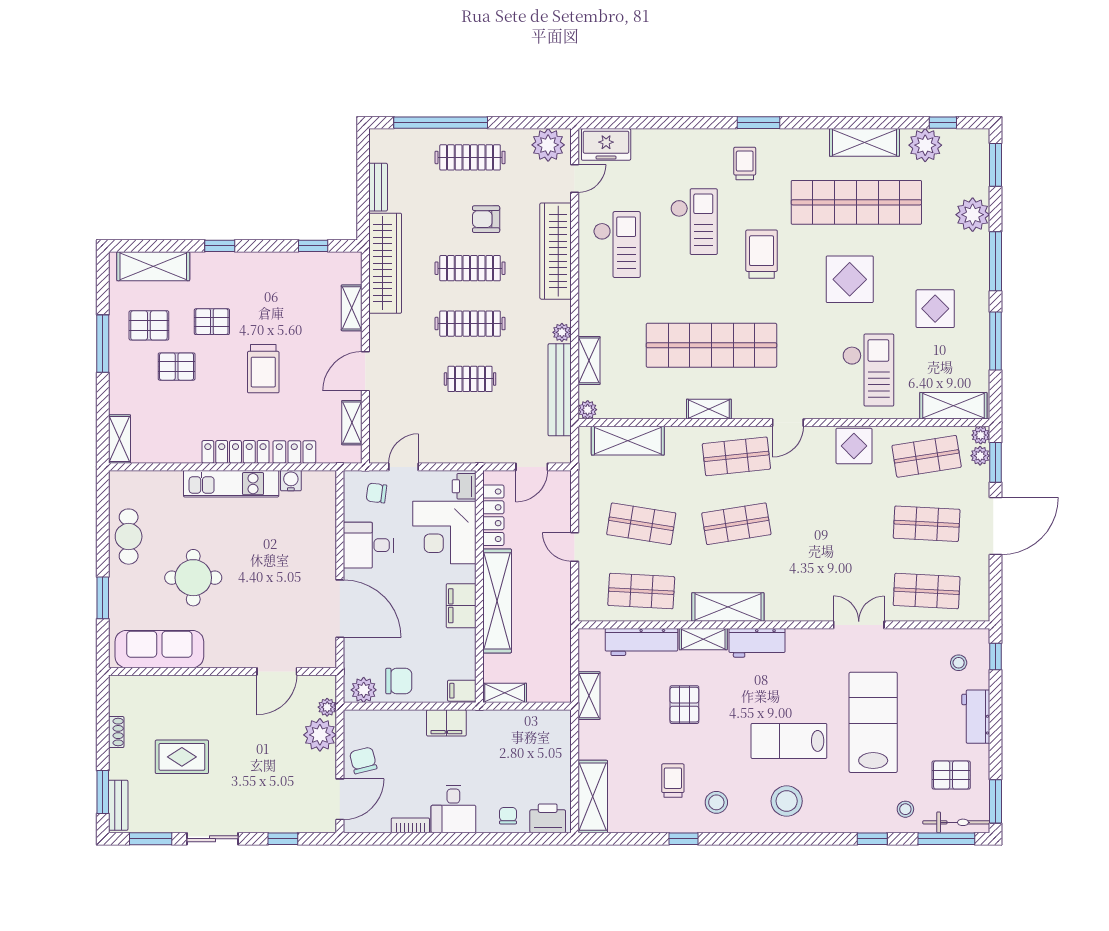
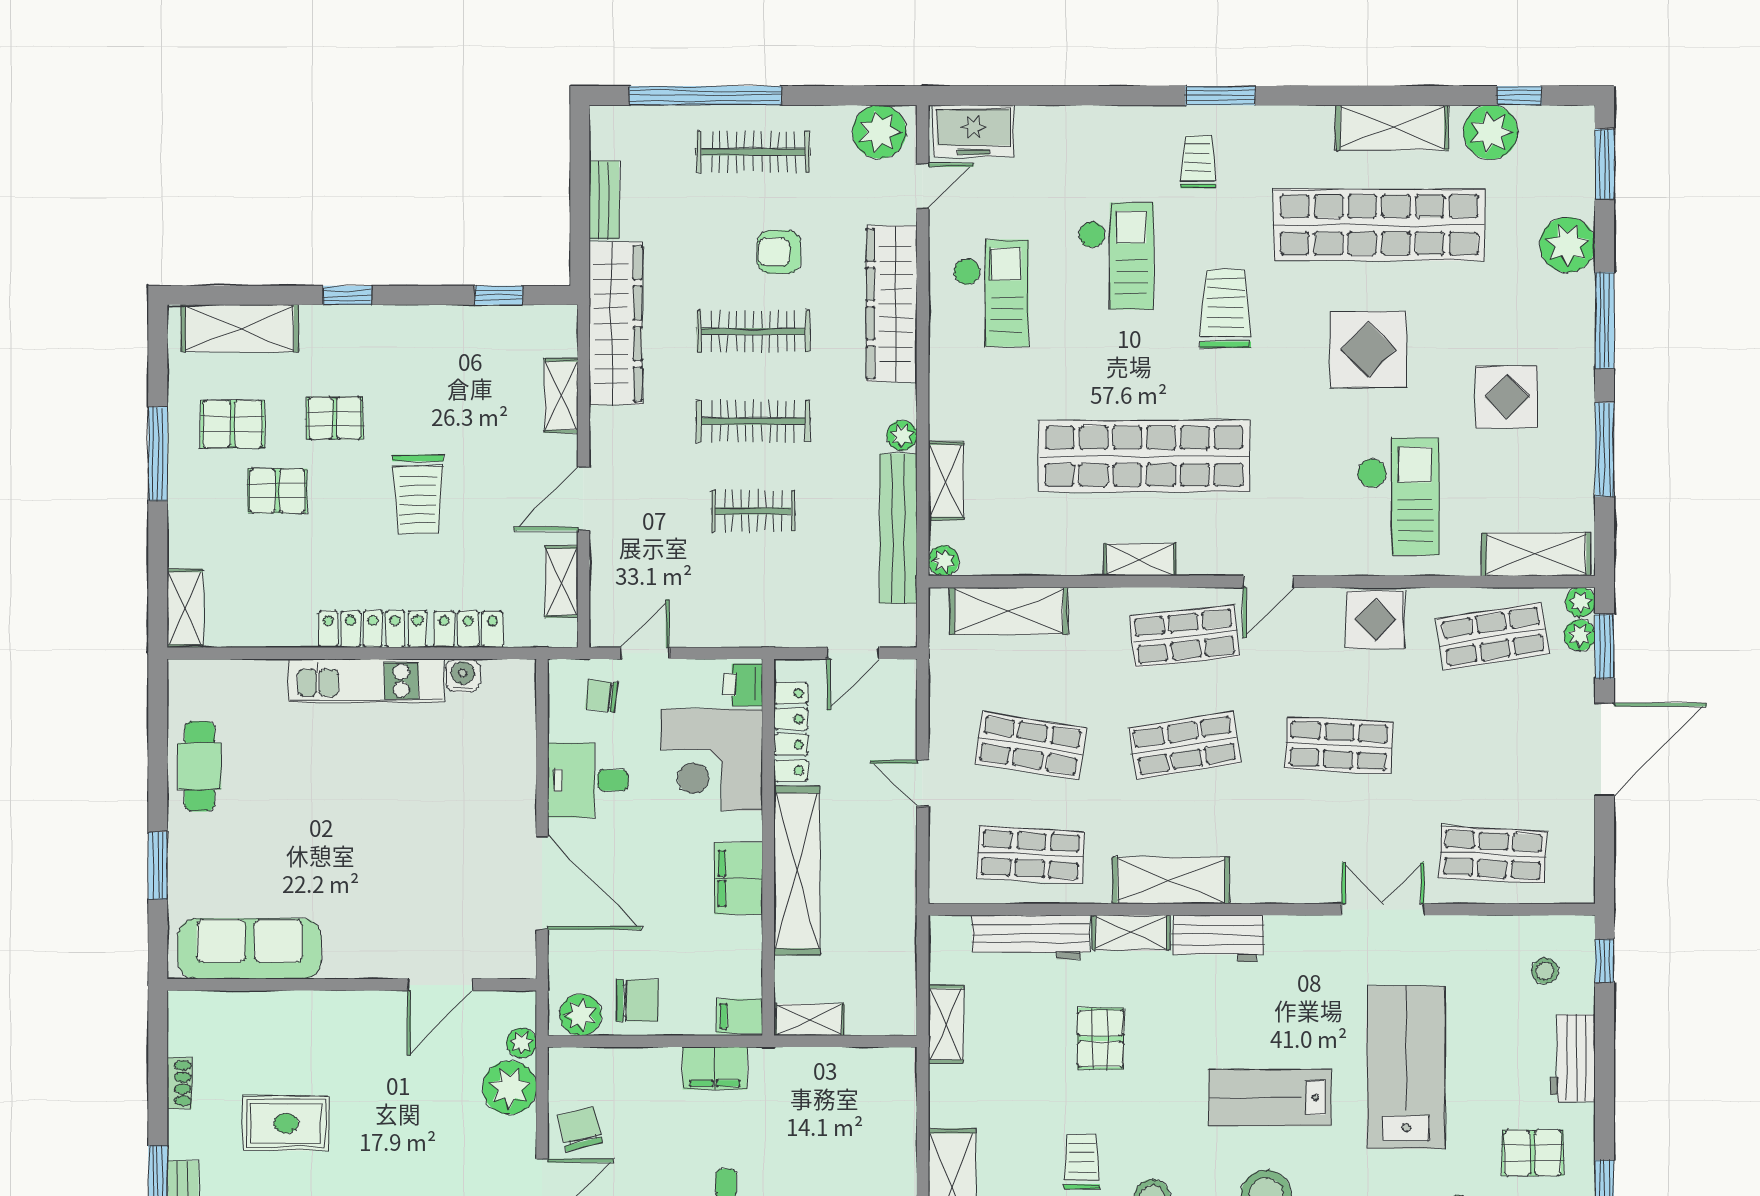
shop shelf: (927, 524) -> (1339, 746), moved
round table: (193, 578) -> (304, 833), removed

